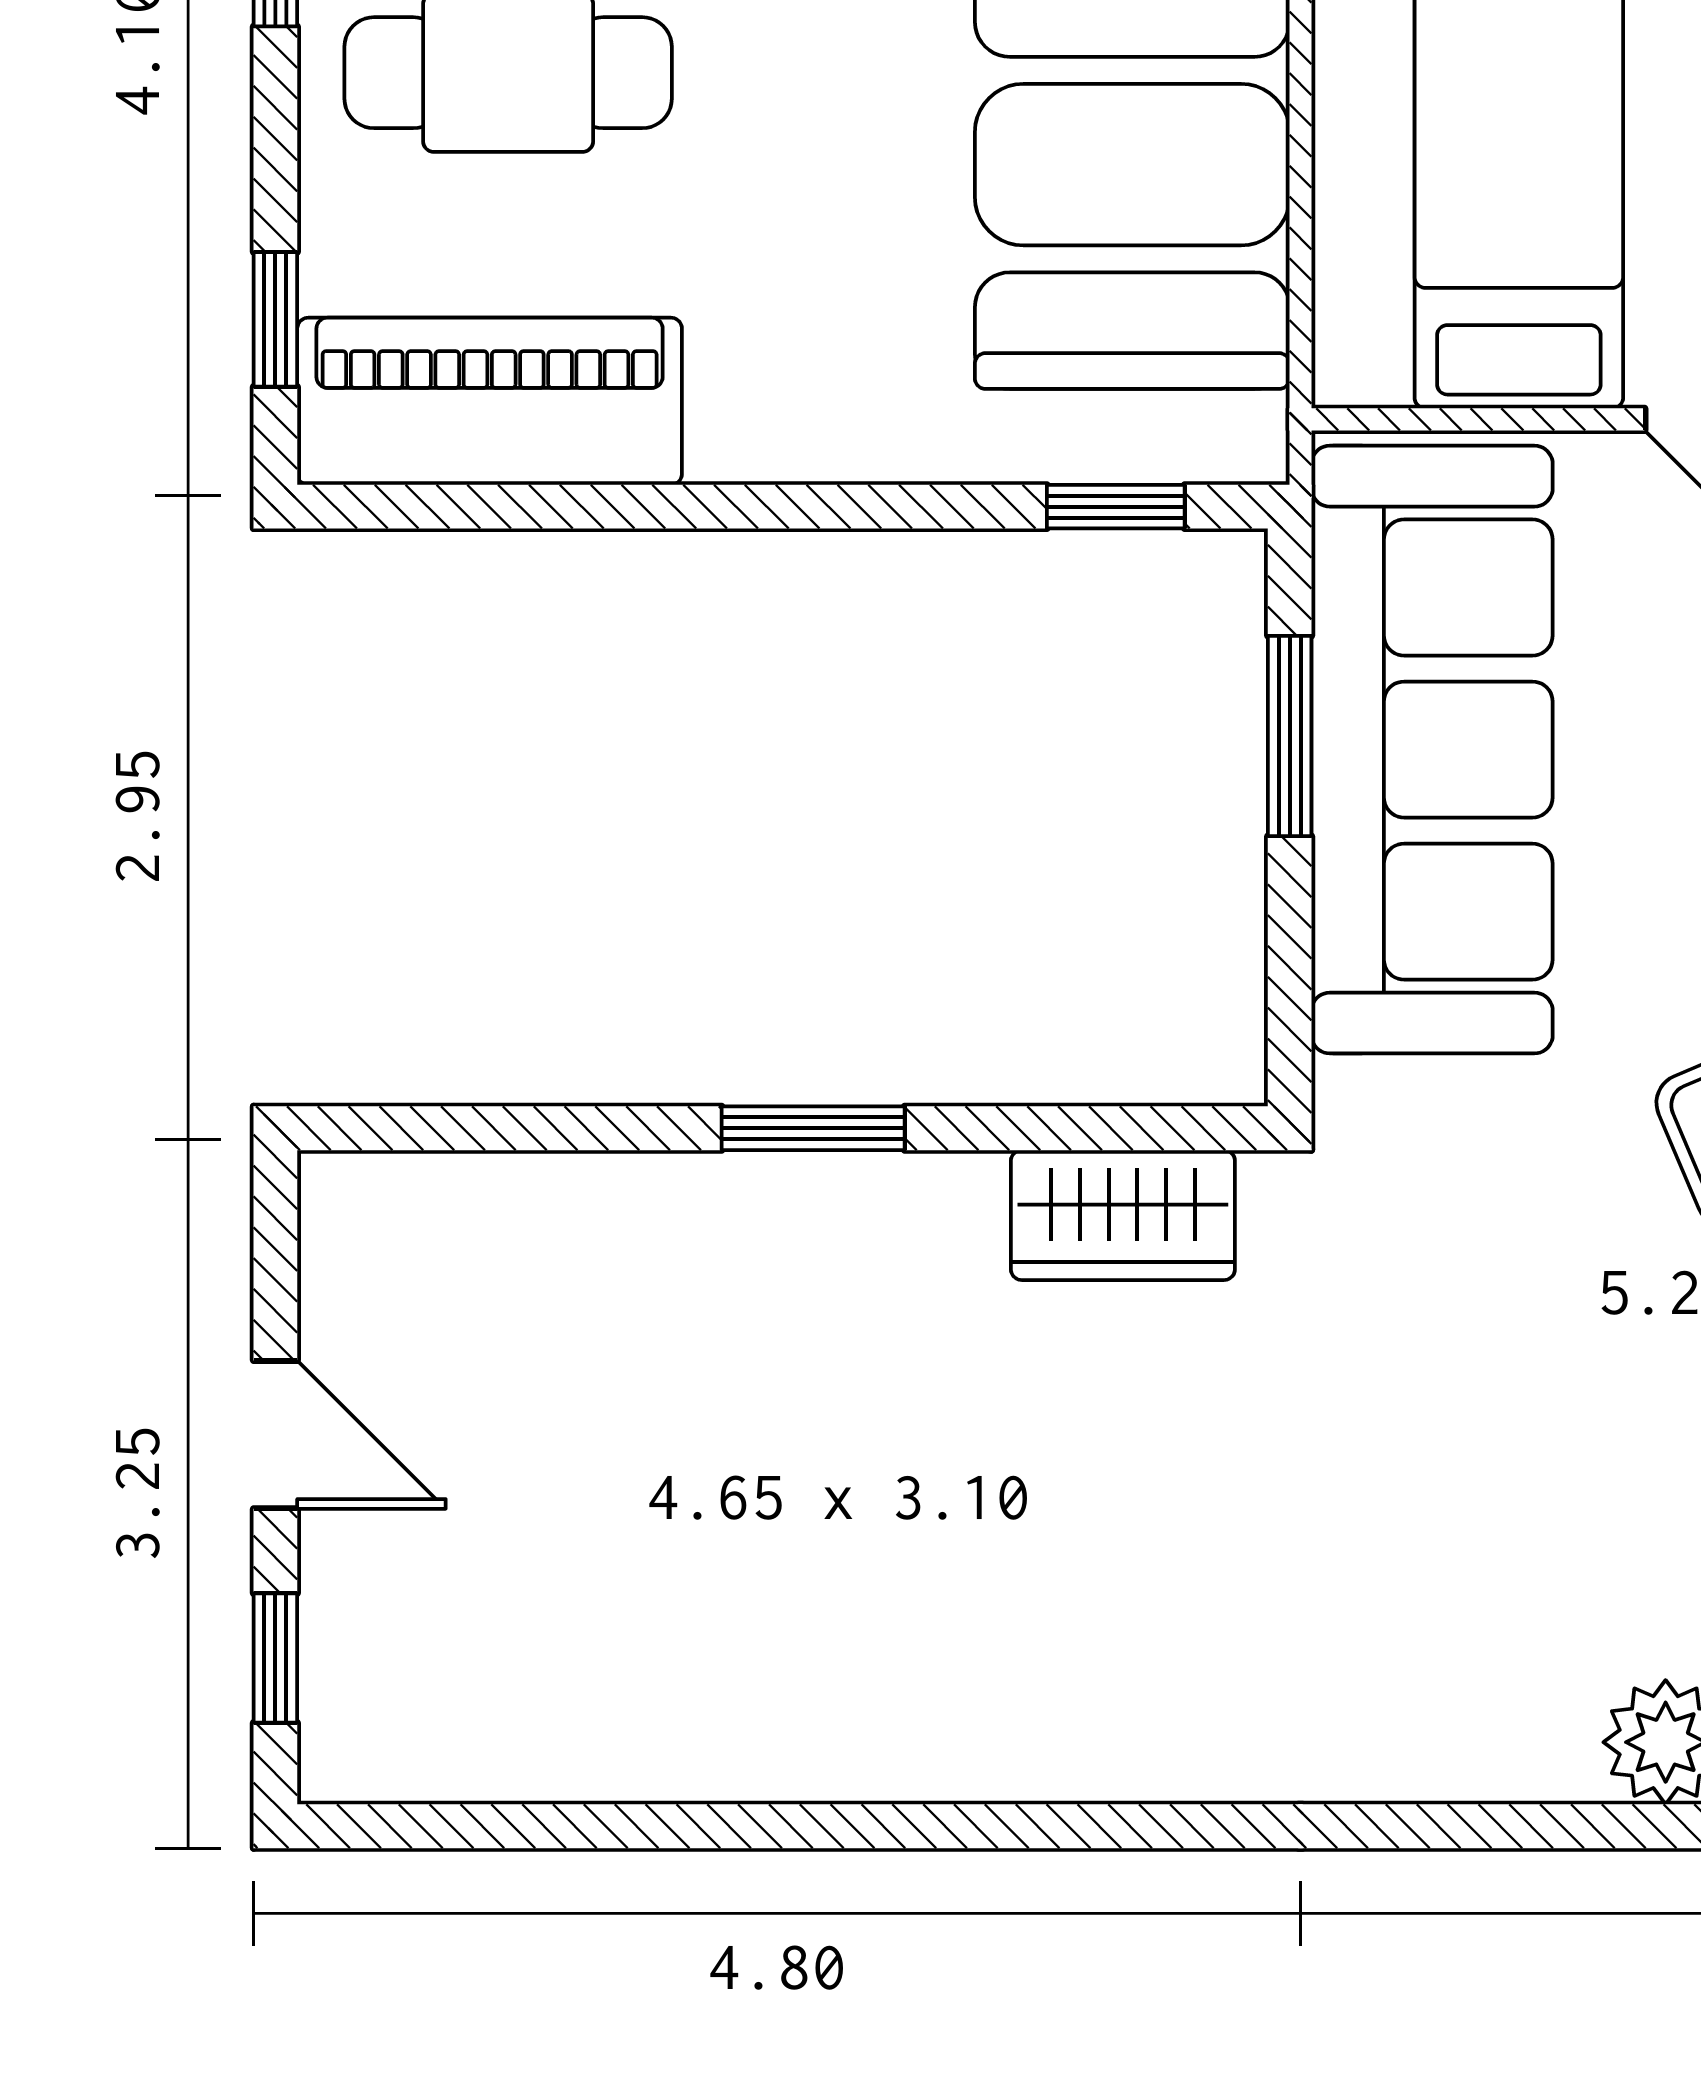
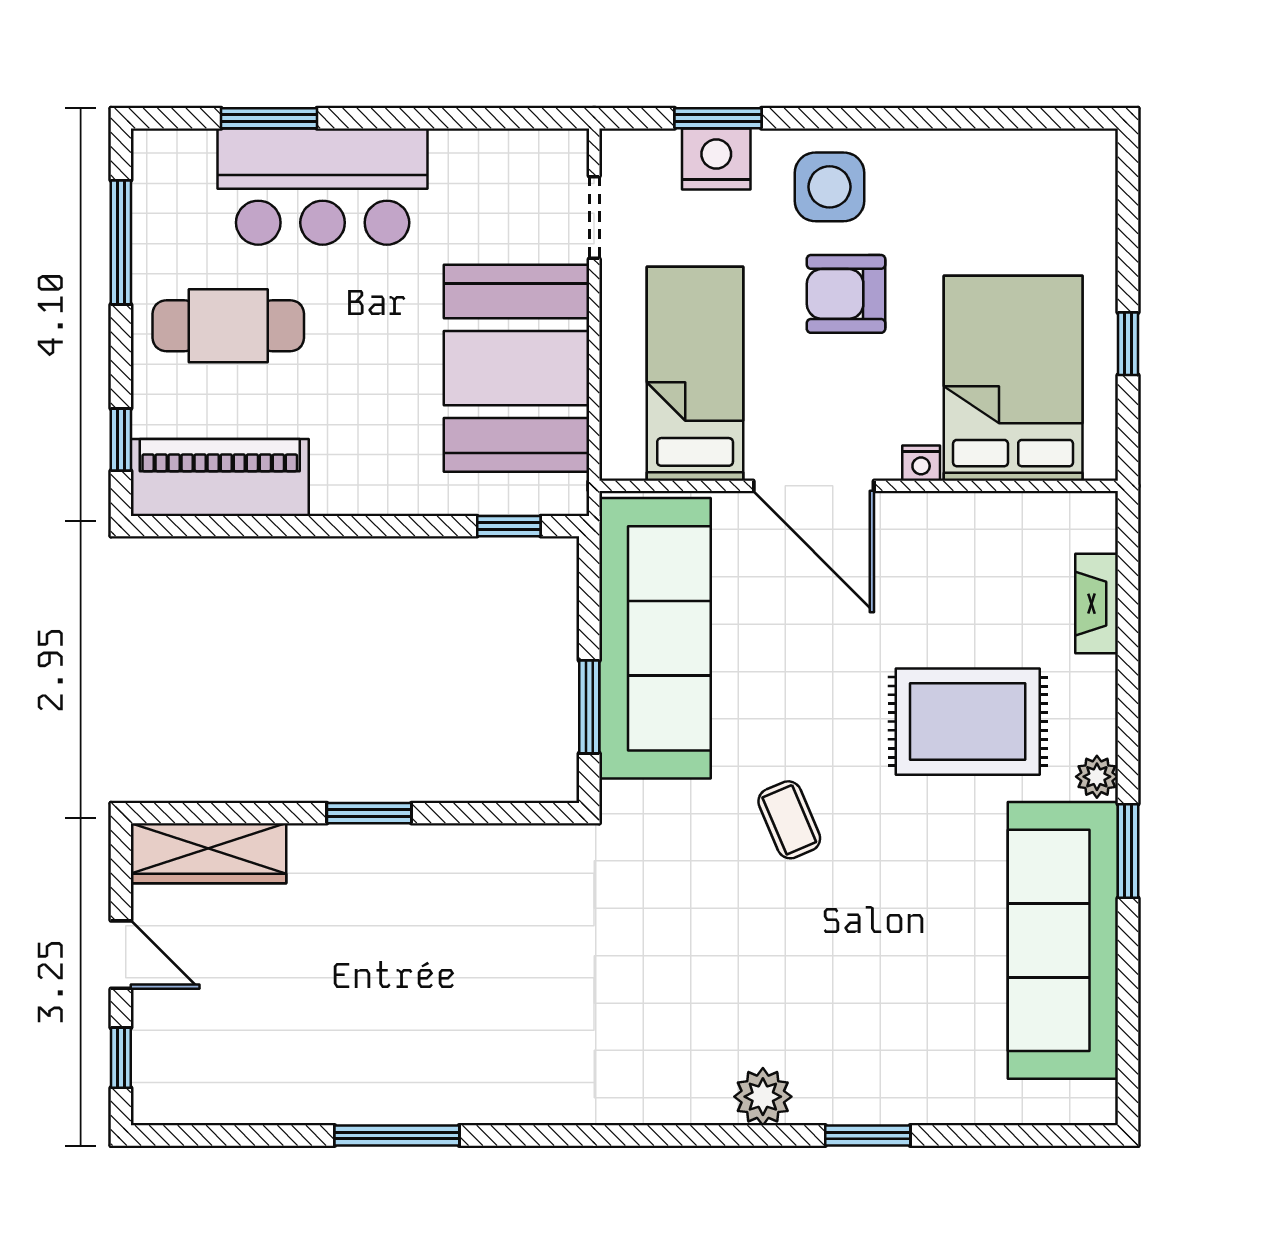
window: (1290, 736) -> (589, 707), moved
wardrobe: (1123, 1215) -> (209, 853), moved, width x1.50
window: (873, 1826) -> (397, 1135), added

